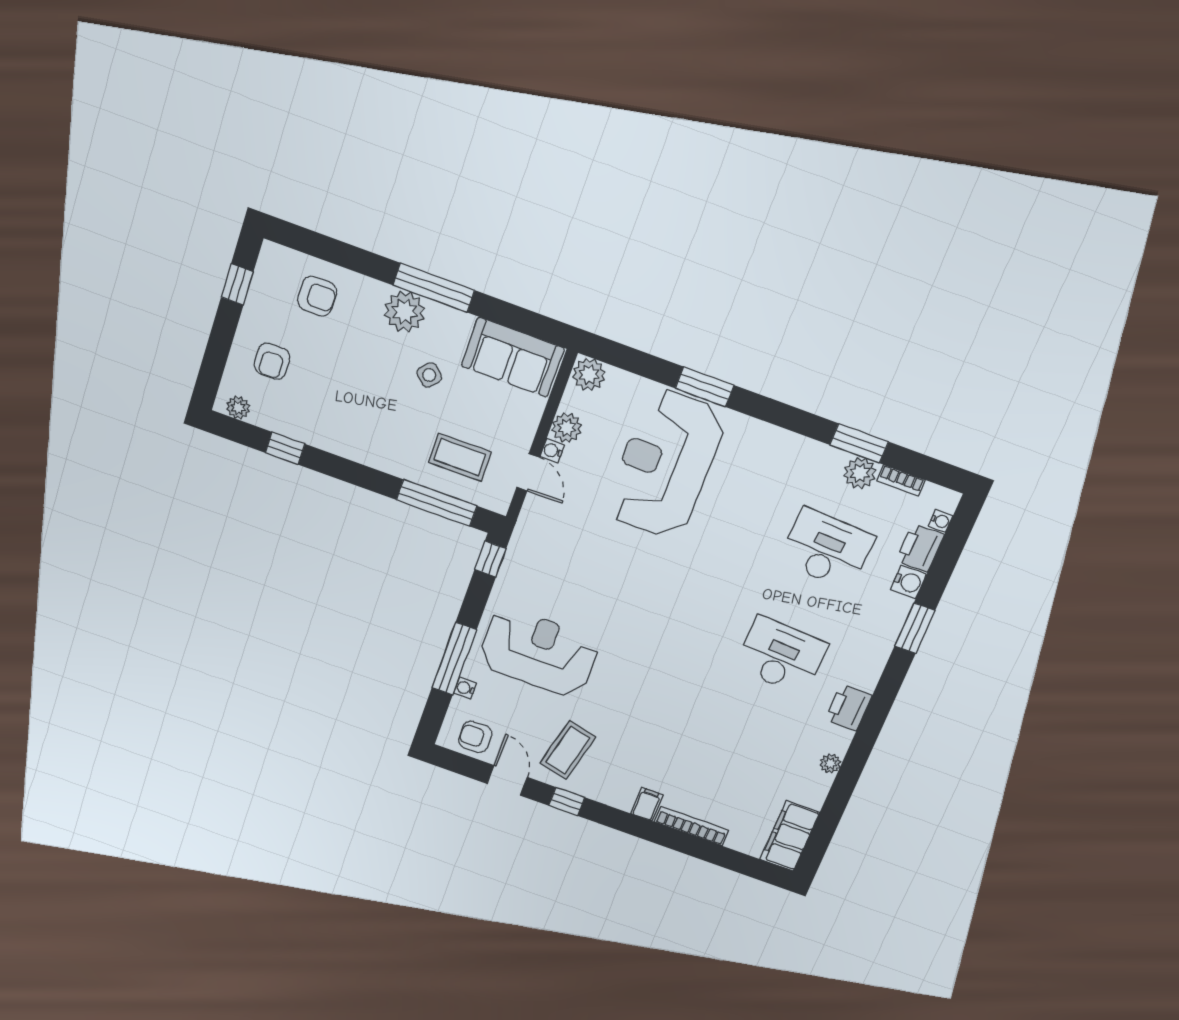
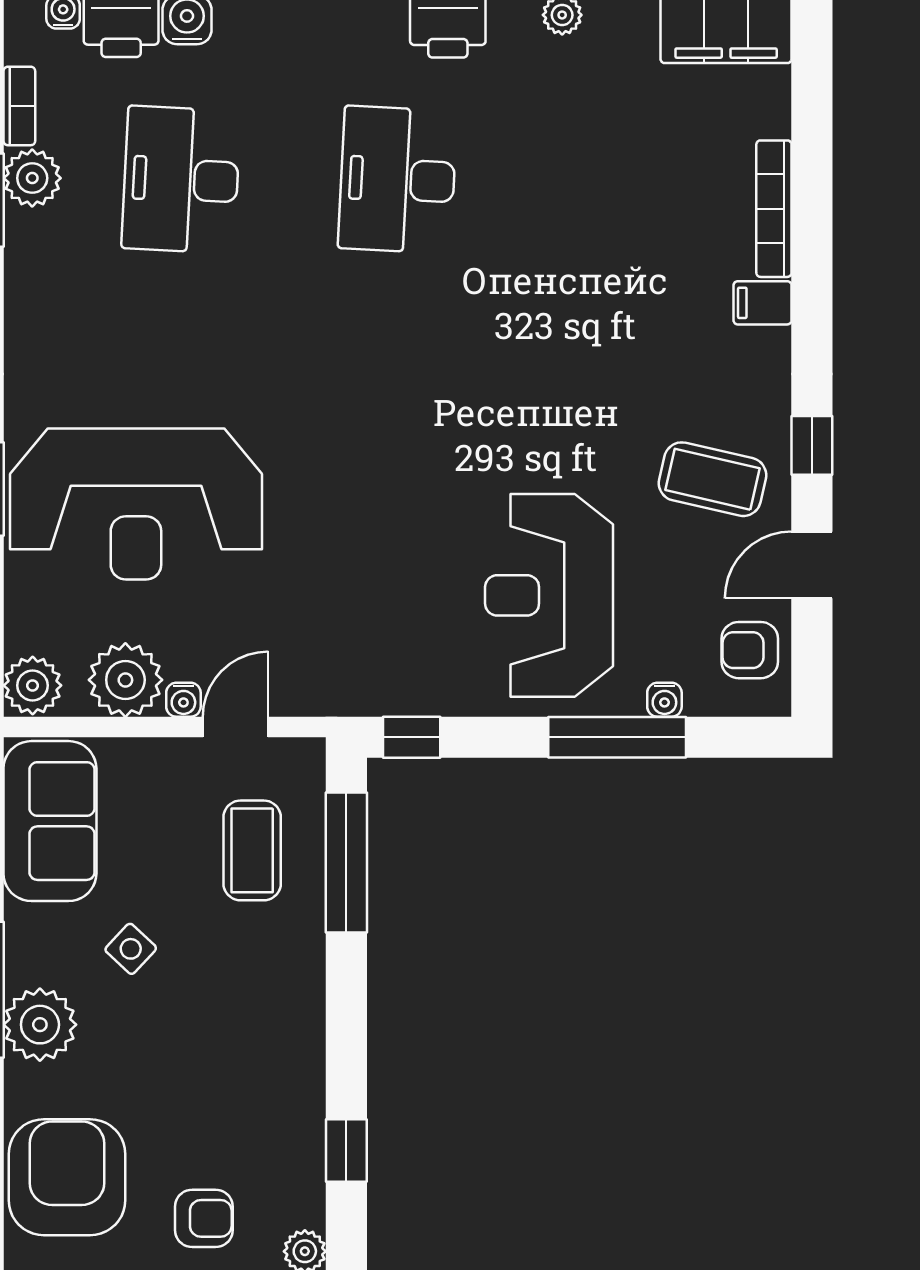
armchair: (317, 296) -> (67, 1177), width x1.88, depth x1.88
plant: (567, 428) -> (125, 680), width x1.36, depth x1.36
armchair: (475, 737) -> (750, 650), turned 90

